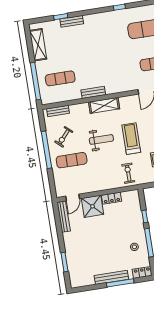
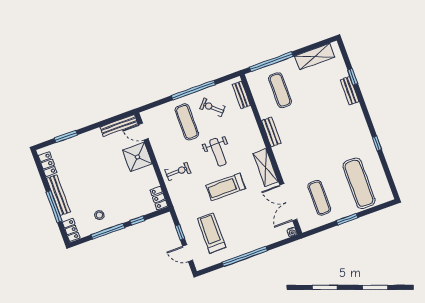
shelving: (104, 105) -> (266, 168), moved
treadmill: (131, 139) -> (226, 187), turned 180
exercise bike: (128, 173) -> (178, 171), moved
locker: (112, 198) -> (159, 198), moved
locker: (84, 281) -> (48, 164), added

